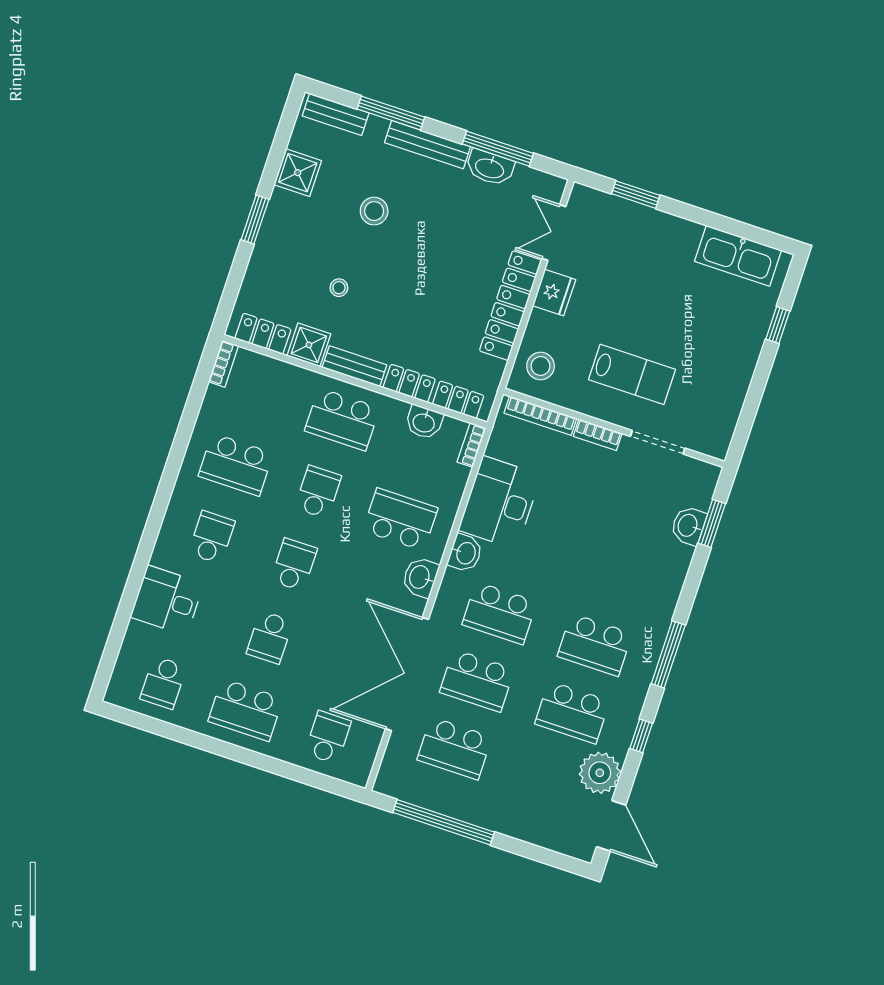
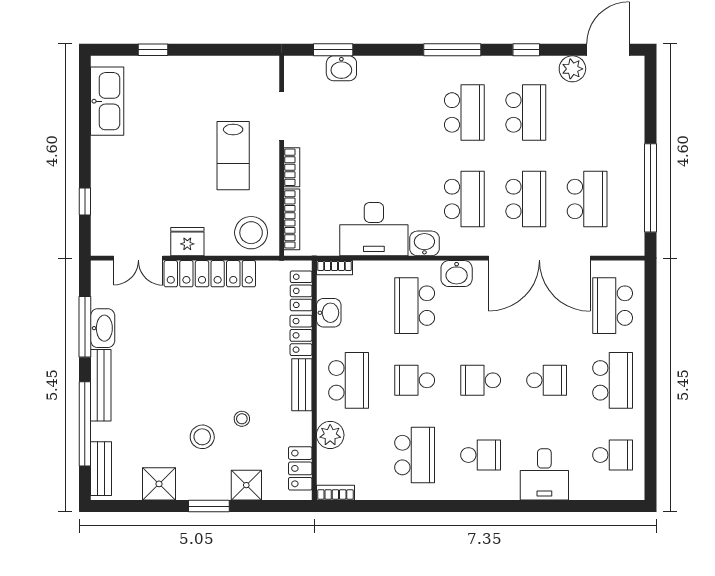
window: (391, 113) -> (85, 424), width x1.46
window: (636, 195) -> (85, 201), width x0.67
stool: (374, 211) -> (202, 437), moved
shower: (309, 345) -> (246, 485), moved
stool: (541, 366) -> (251, 233), width x1.38, depth x1.38
lab bench: (632, 374) -> (233, 156), turned 180
plant: (289, 379) -> (330, 435), added
school desk: (212, 537) -> (481, 455), turned 180
school desk: (328, 737) -> (613, 306), width x1.85
plant: (600, 773) -> (572, 69), width x0.73, depth x0.73

